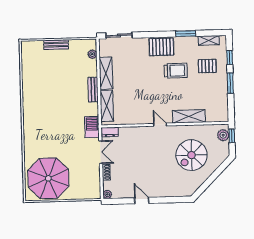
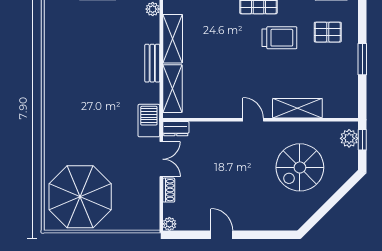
window: (230, 58) -> (362, 20), removed

